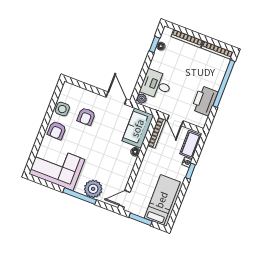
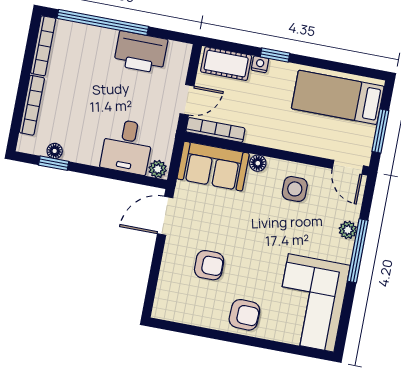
side table: (62, 109) -> (295, 189), moved
plant: (93, 189) -> (348, 230), width x0.53, depth x0.53

